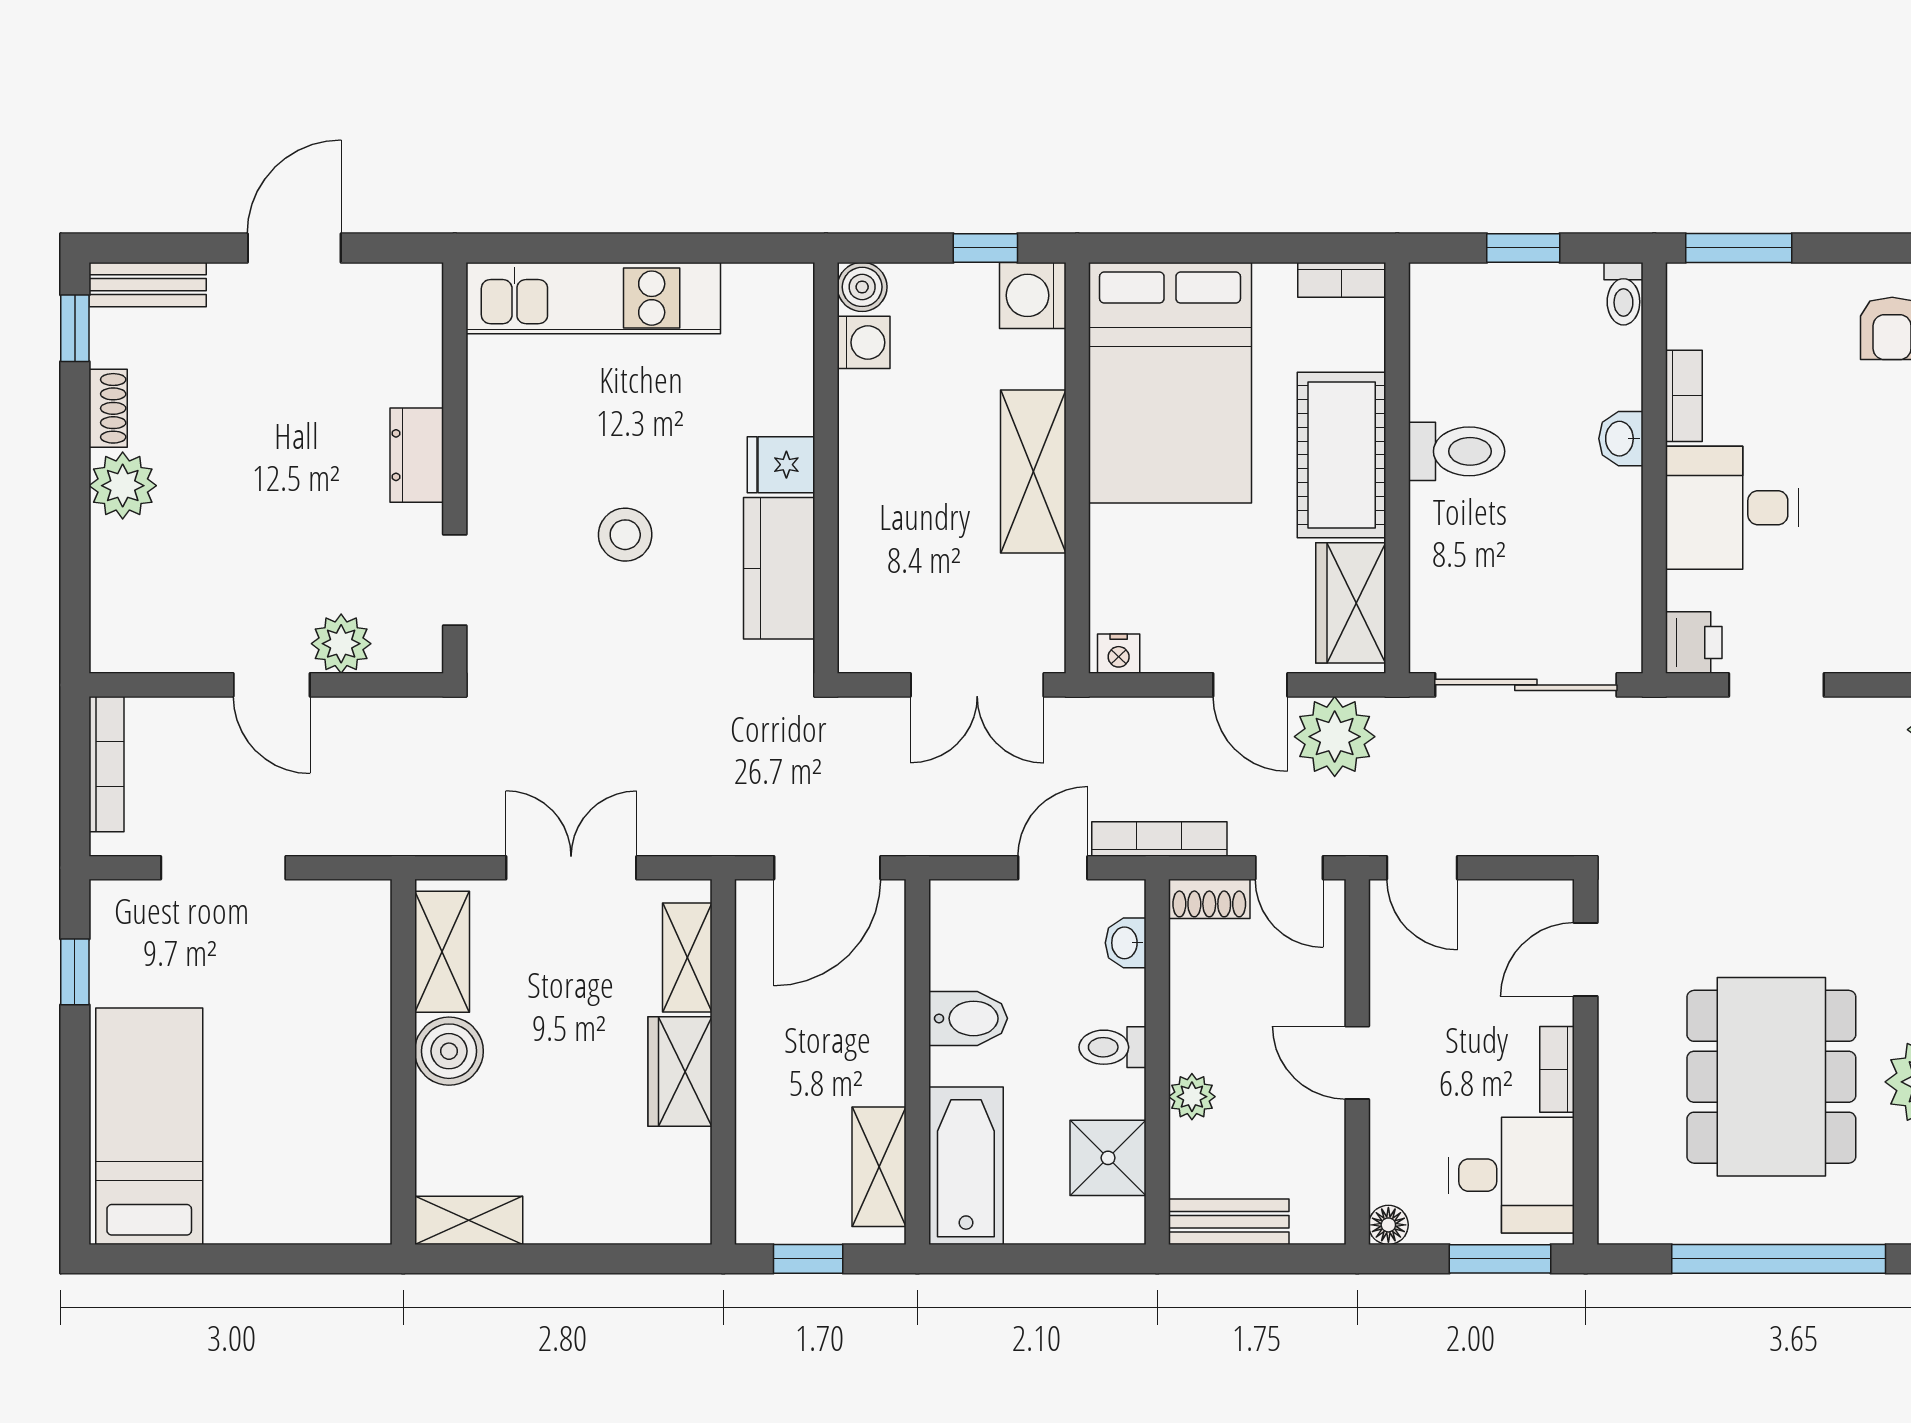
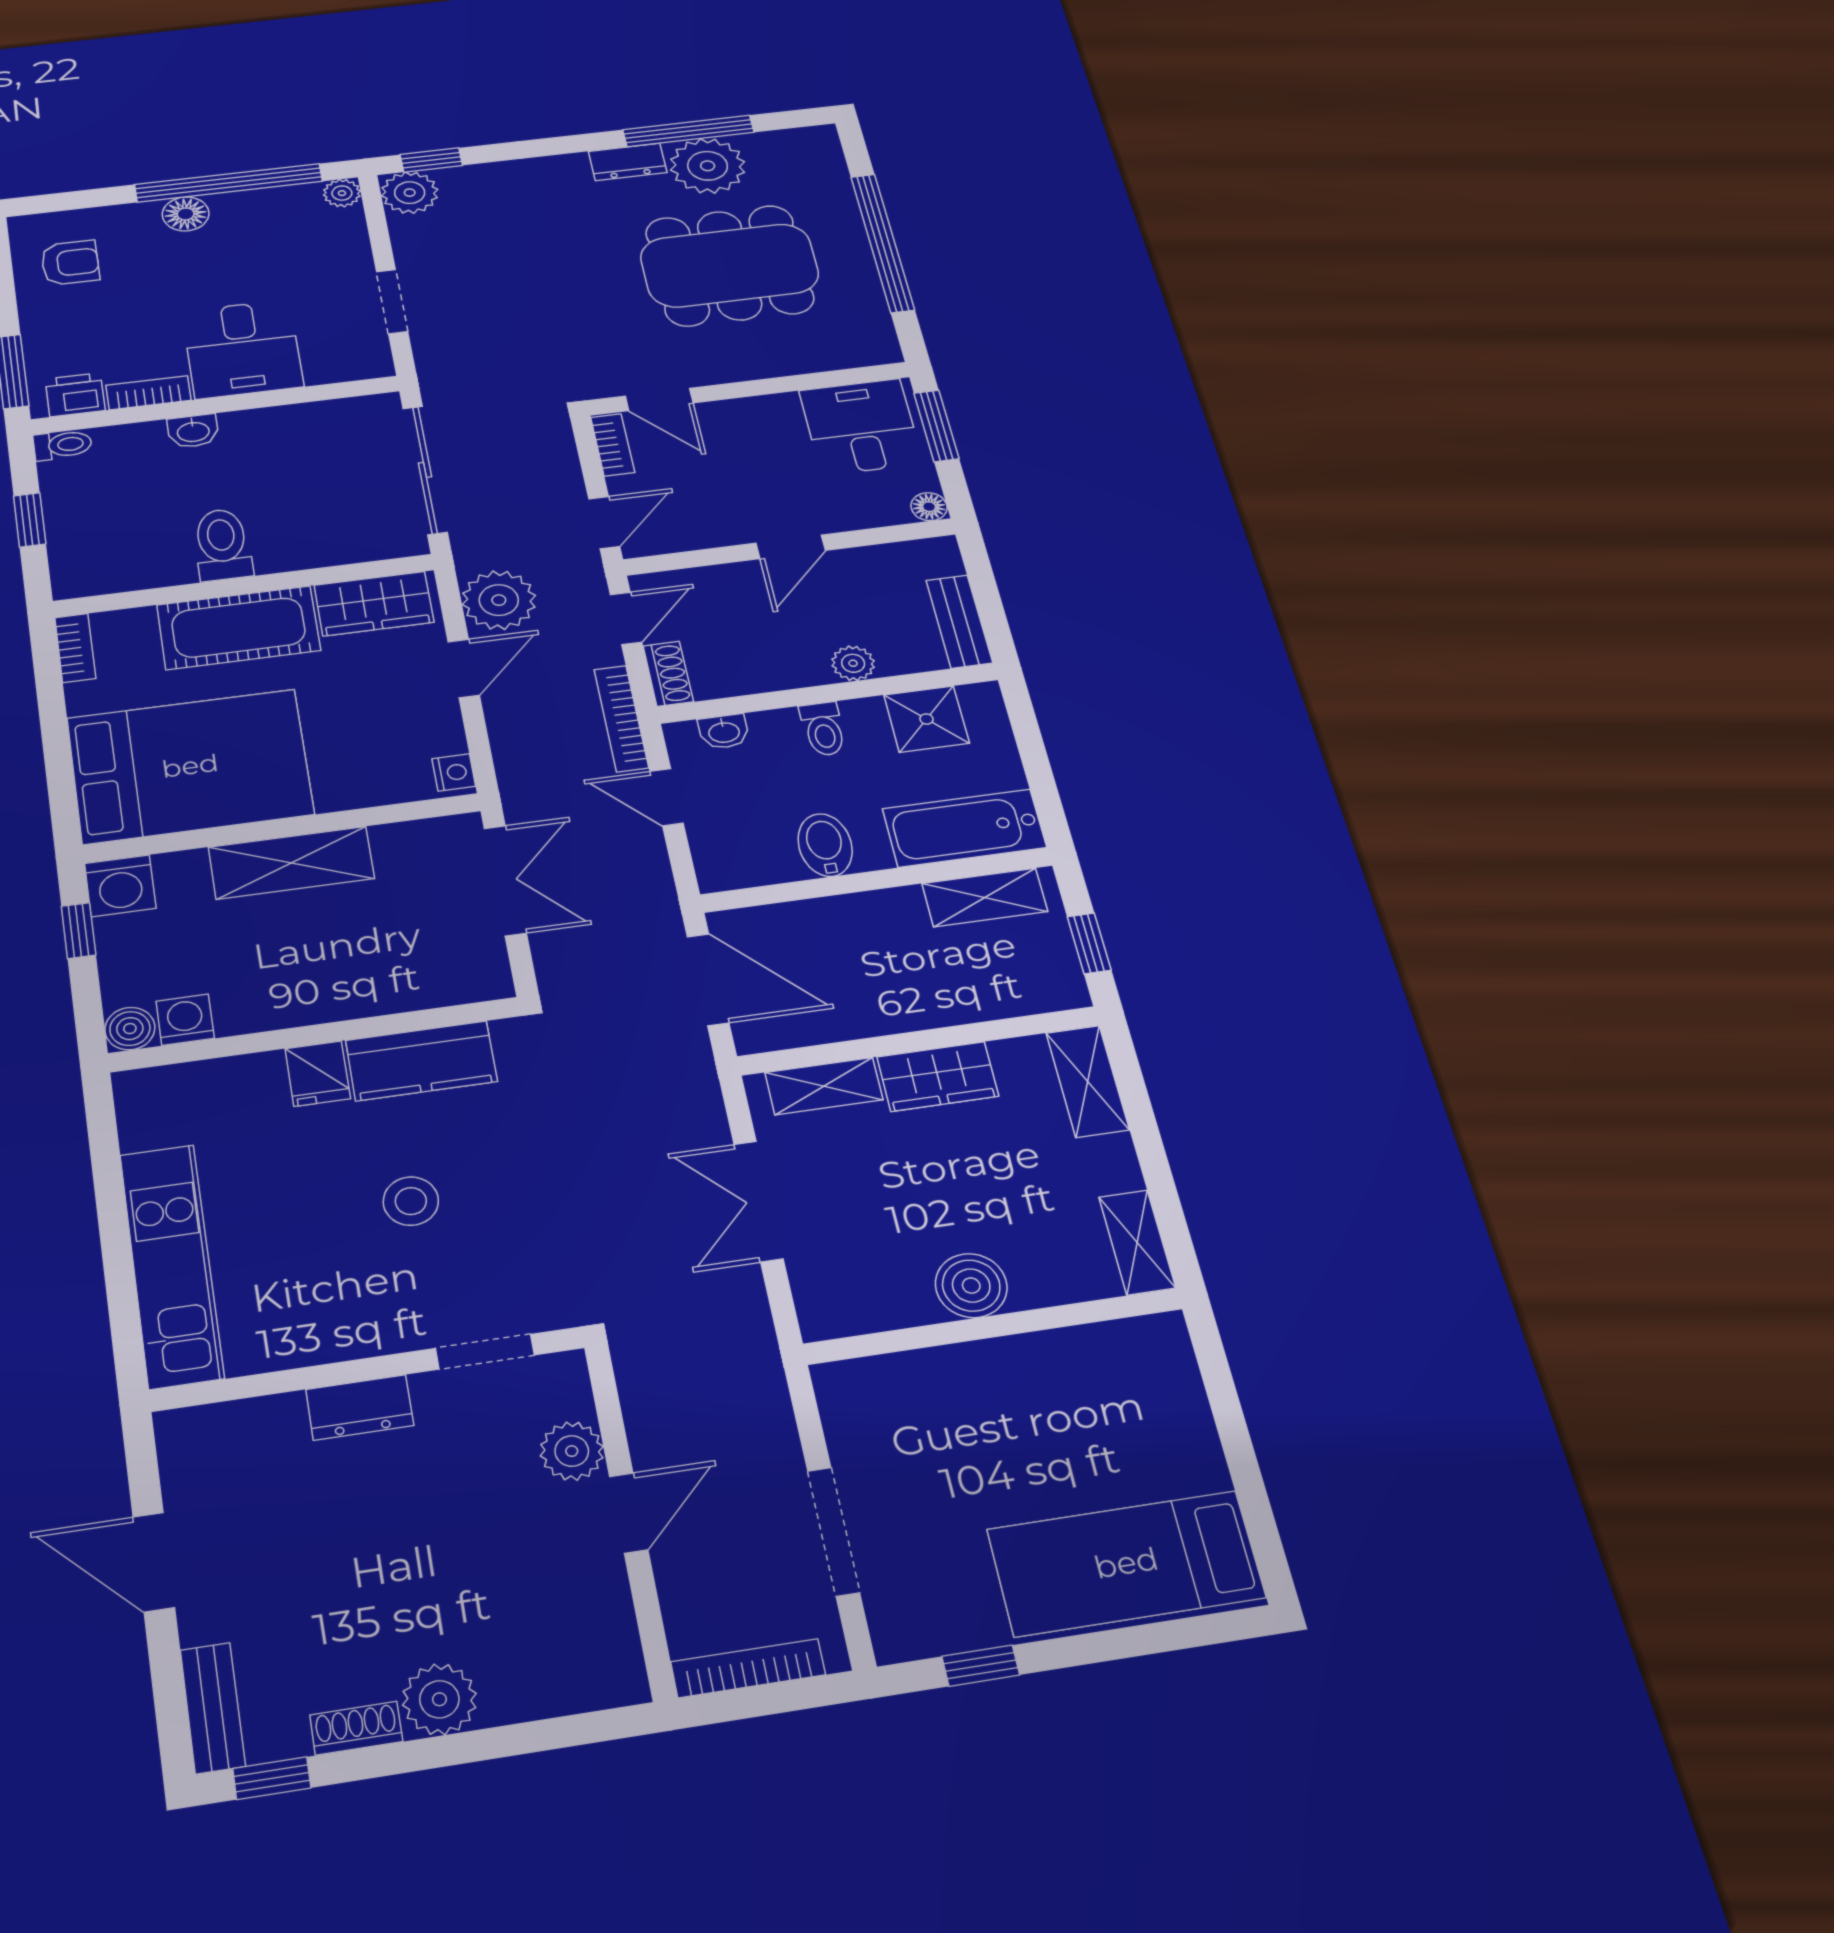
printer: (1694, 643) -> (75, 395), moved
shelving: (442, 952) -> (1087, 1081), moved, turned 90
bookcase: (1557, 1069) -> (613, 445), moved, turned -90

